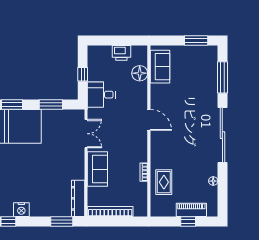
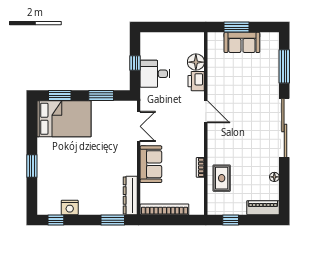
window: (196, 40) -> (237, 27), moved
printer: (121, 53) -> (196, 81), moved, turned 90
sofa: (160, 67) -> (242, 42), moved, turned 90
desk: (101, 95) -> (155, 74), moved
piano: (191, 210) -> (263, 208), moved
window: (188, 221) -> (231, 220), moved

